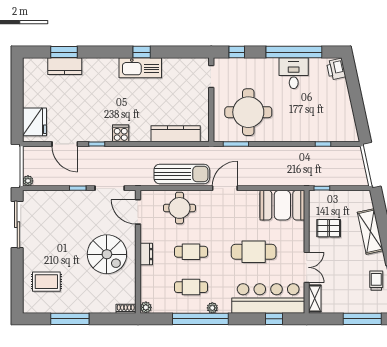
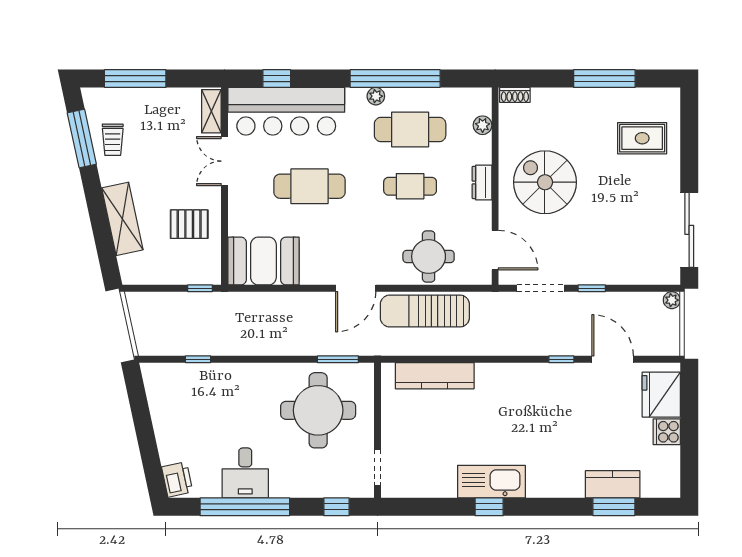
cooker: (121, 133) -> (667, 432), moved, turned 90
cafe table: (191, 287) -> (410, 130), width x1.37, depth x1.35
plant: (146, 307) -> (483, 125), moved

